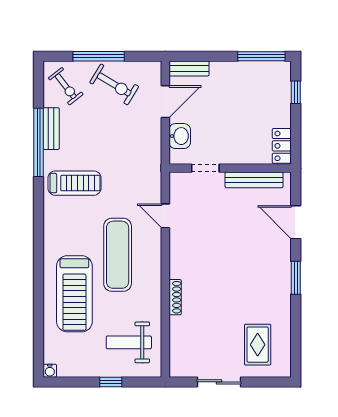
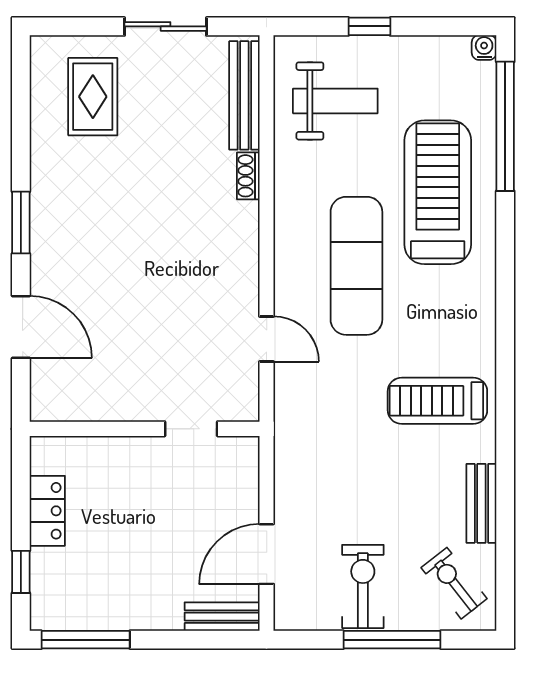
exercise bike: (114, 84) -> (363, 586), turned 59
washbasin: (180, 136) -> (239, 489), removed
window: (39, 142) -> (505, 126), moved
locker: (282, 146) -> (47, 511), moved
bench: (254, 180) -> (244, 95), moved, turned 90
shoe rack: (175, 297) -> (248, 176), width x0.70

